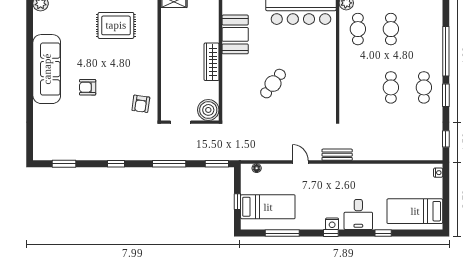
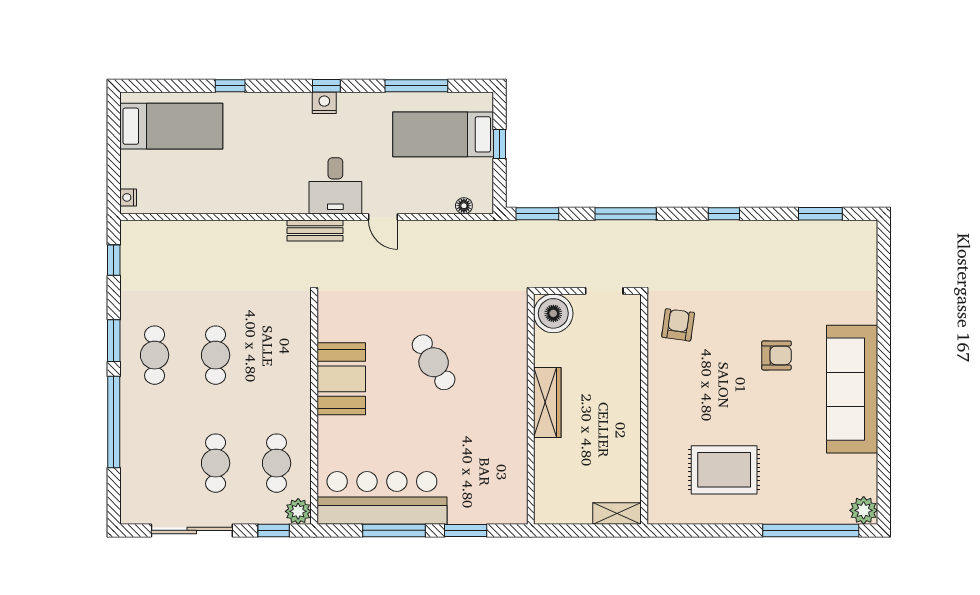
booth: (235, 34) -> (341, 379), moved
cafe table: (273, 84) -> (434, 362), turned -69
desk: (358, 214) -> (335, 186), moved, turned 180

